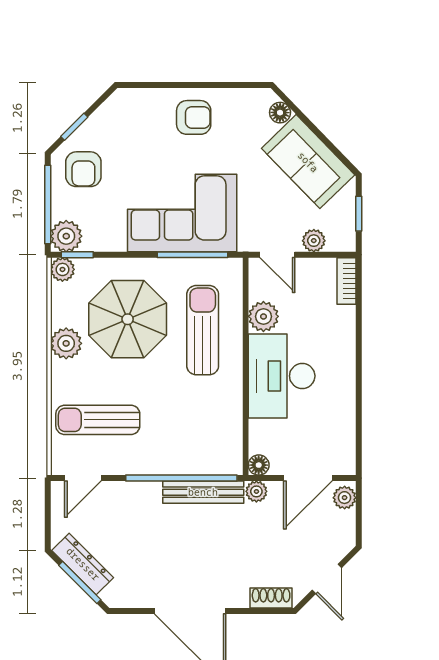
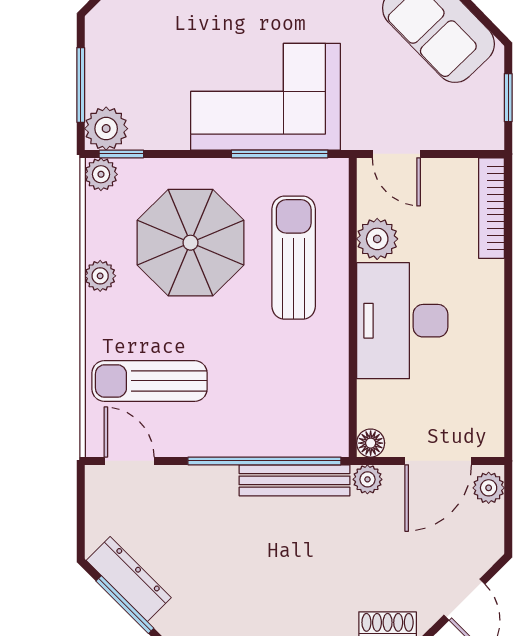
armchair: (83, 169) -> (130, 37), removed
window: (48, 204) -> (81, 85), width x0.69
plant: (314, 241) -> (446, 135), removed
bookcase: (347, 281) -> (491, 208), width x1.56
plant: (66, 343) -> (100, 276), width x0.73, depth x0.73
door: (83, 478) -> (129, 461), swing flipped

